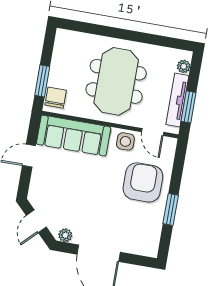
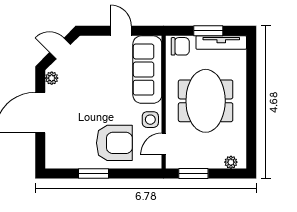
window: (42, 81) -> (208, 31), moved
meeting table: (116, 81) -> (206, 101), turned 90
tv unit: (177, 100) -> (221, 43), moved, turned 180

